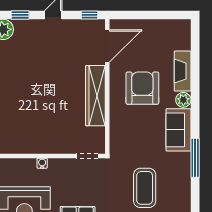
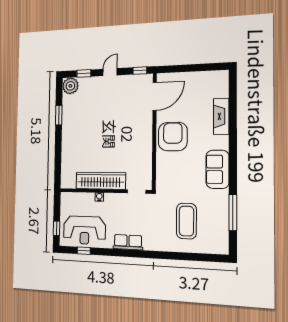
armchair: (142, 88) -> (173, 137), moved
wardrobe: (95, 96) -> (101, 181), moved, turned 90
plant: (183, 100) -> (222, 142), removed
window: (195, 158) -> (233, 213), moved

